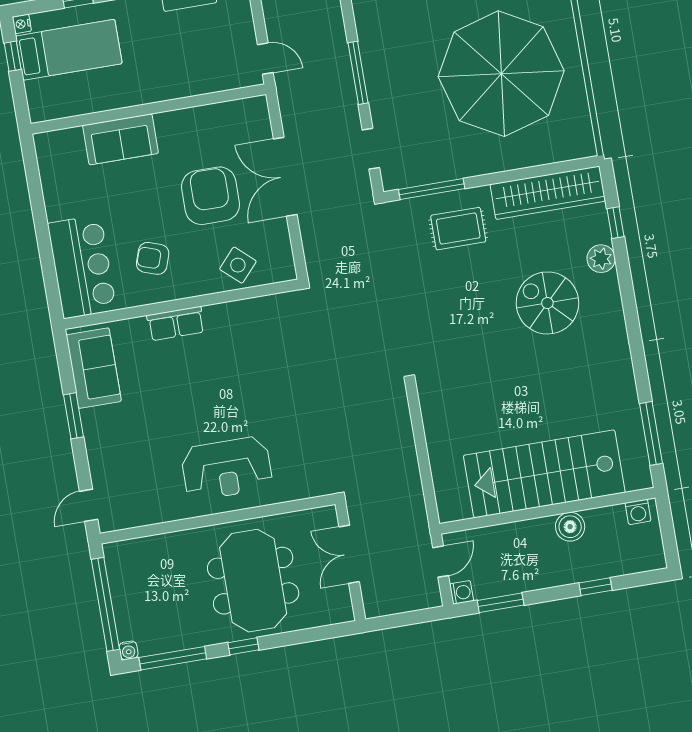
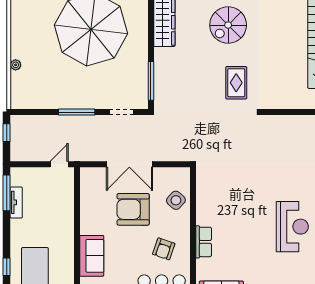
rug: (458, 229) -> (236, 83), moved

